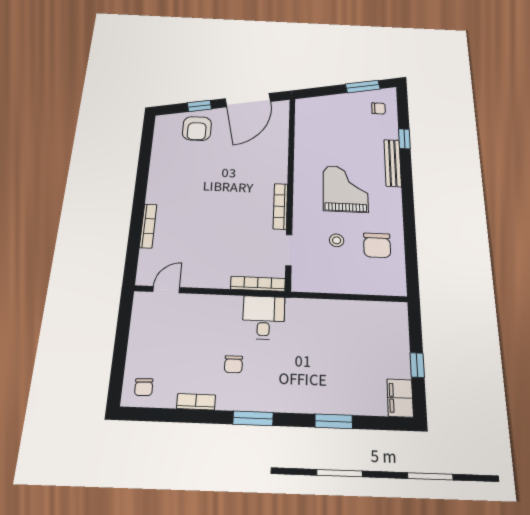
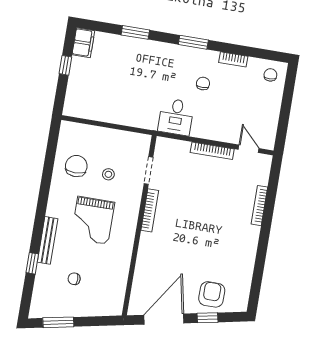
chair: (379, 108) -> (74, 279), moved
bookcase: (258, 284) -> (212, 151), moved
door: (166, 290) -> (249, 149), swing flipped

